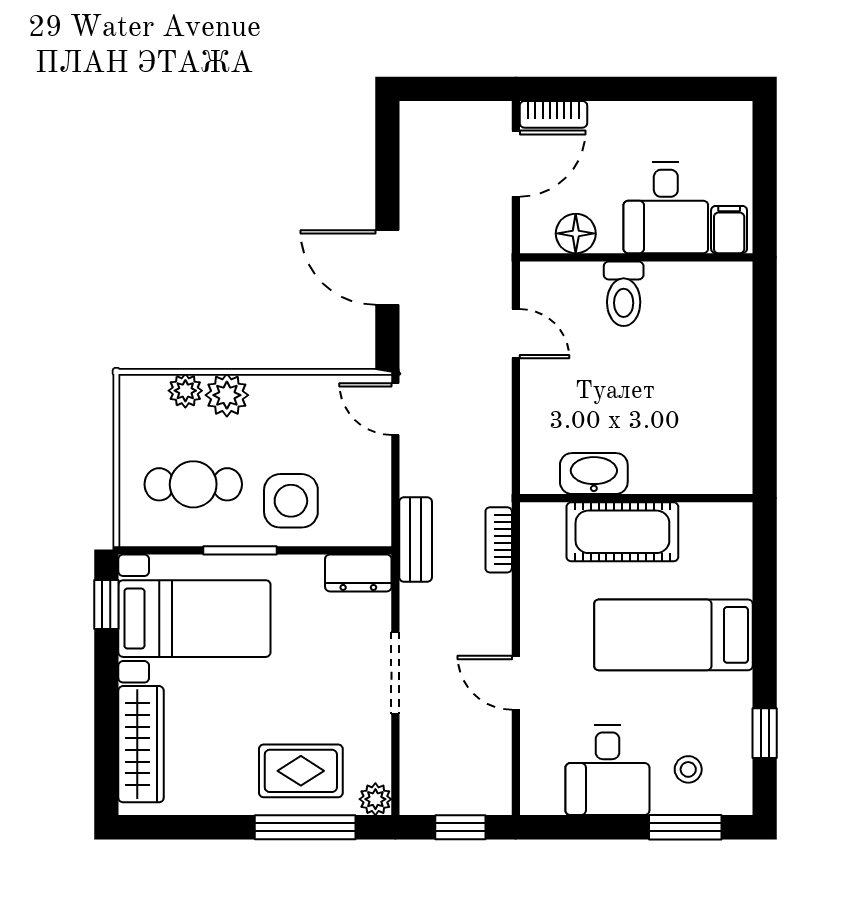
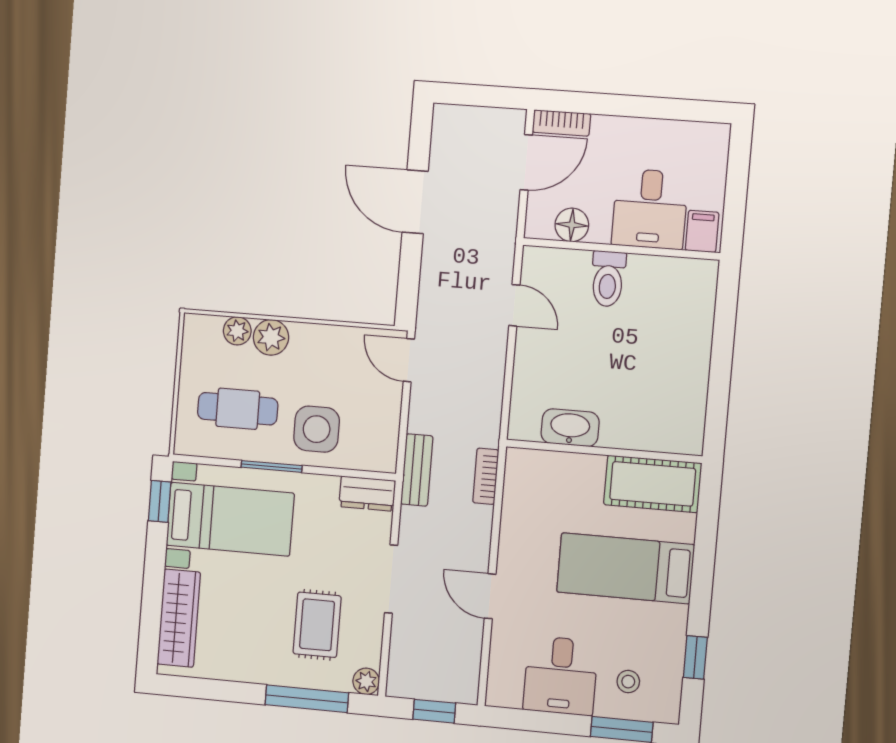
door: (387, 268) -> (415, 202), moved
cot: (622, 532) -> (653, 484), moved
rug: (301, 771) -> (317, 625), moved, turned 90

